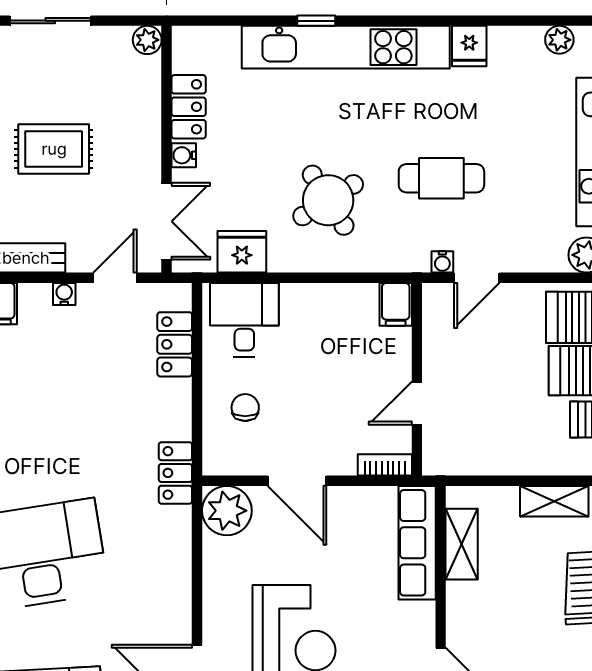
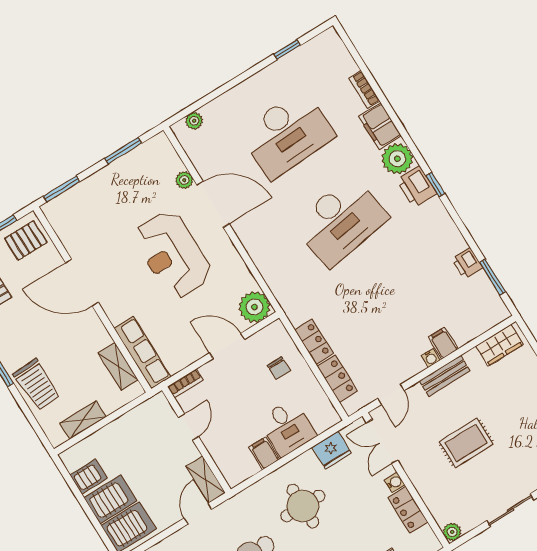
round table: (328, 200) -> (303, 506), turned 32
water cooler: (442, 262) -> (221, 511), removed
water cooler: (64, 294) -> (431, 358), moved
filing cabinet: (396, 304) -> (264, 453), moved
shelving: (438, 317) -> (206, 480), added
desk: (244, 320) -> (287, 427), moved
locker: (175, 473) -> (314, 342), moved

